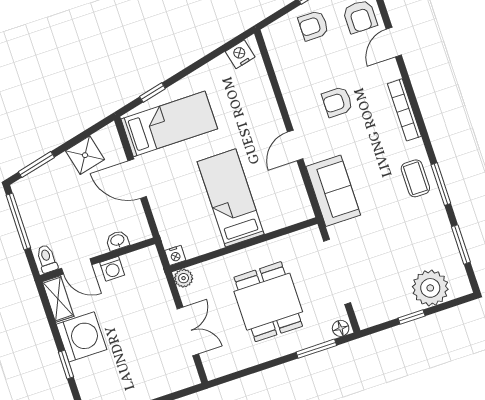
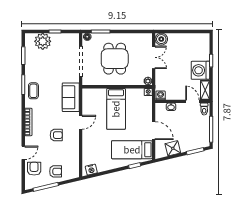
washing machine: (112, 269) -> (161, 95), moved
double door: (188, 331) -> (154, 57), swing flipped
boiler: (185, 375) -> (161, 39), added

